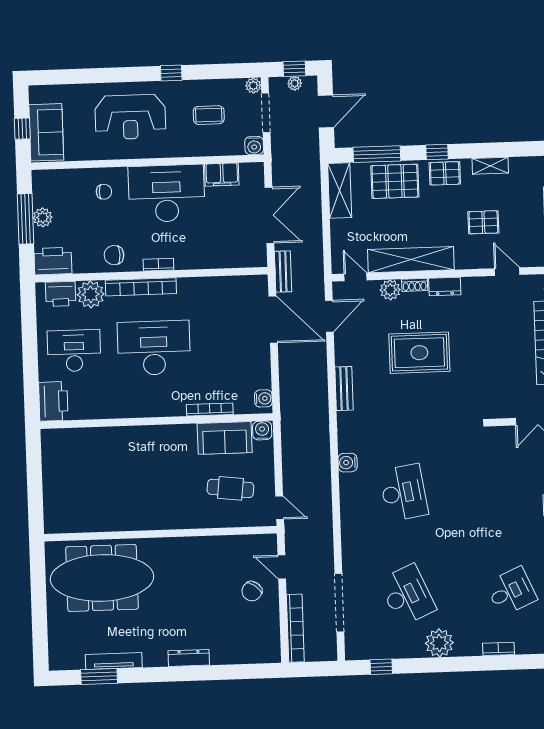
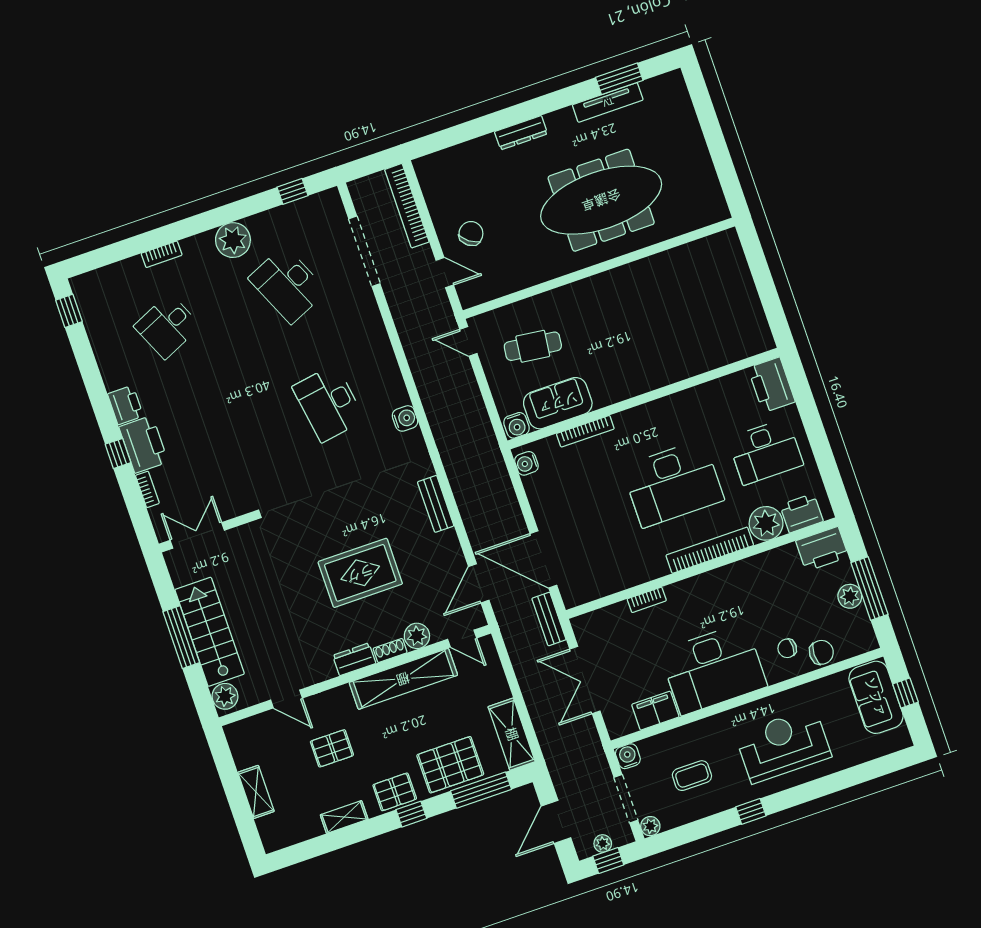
chair: (114, 255) -> (821, 652), moved
bookcase: (158, 265) -> (647, 600), moved
meeting table: (102, 578) -> (601, 200), moved

